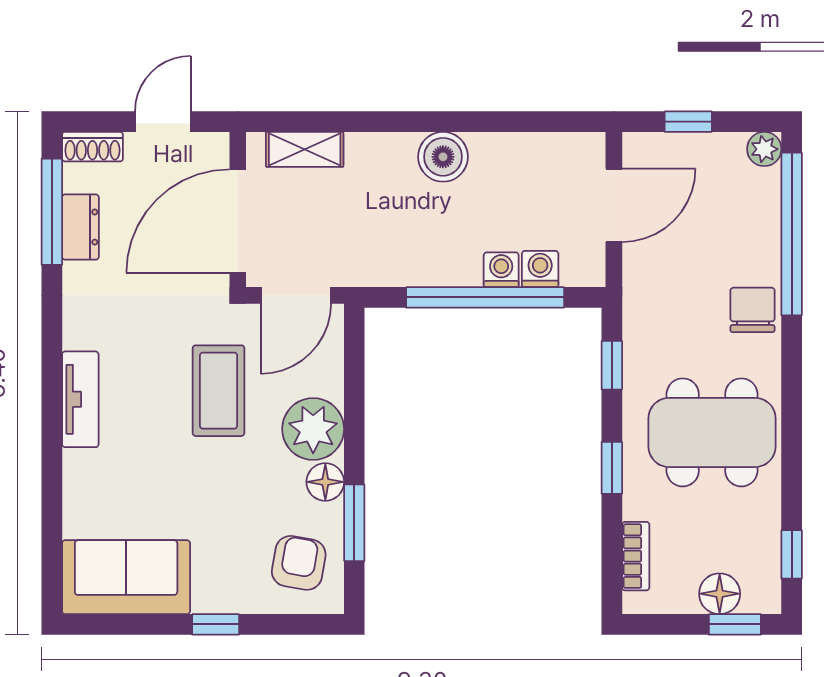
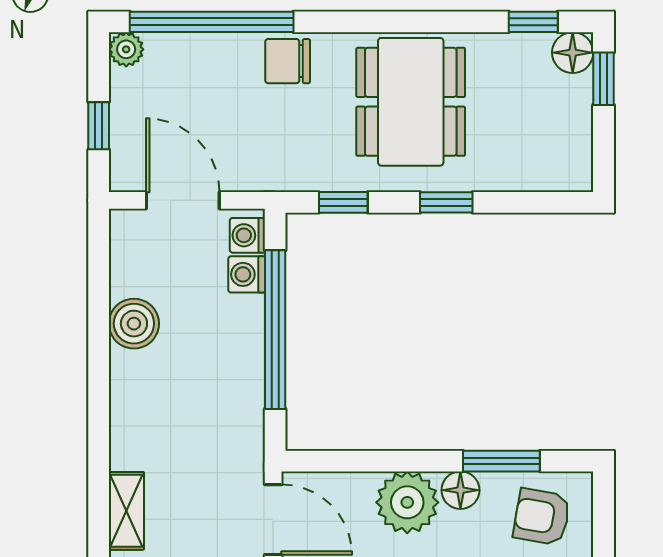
boiler: (443, 157) -> (134, 324), moved
washing machine: (501, 270) -> (247, 235), moved
bookcase: (636, 556) -> (535, 178), removed
floor lamp: (720, 594) -> (573, 53), moved

